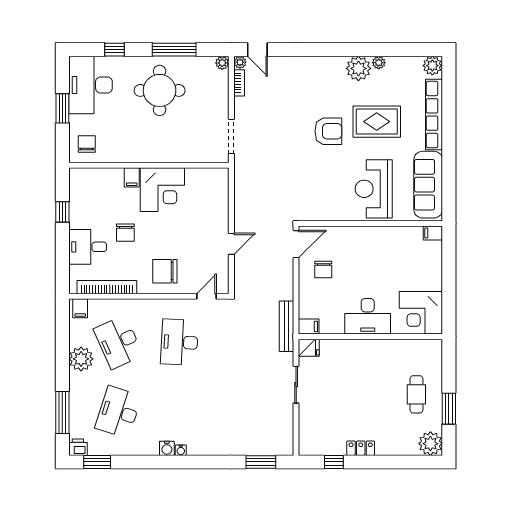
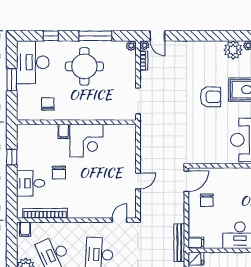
chair: (87, 144) -> (48, 104), moved
chair: (165, 271) -> (88, 201), removed

